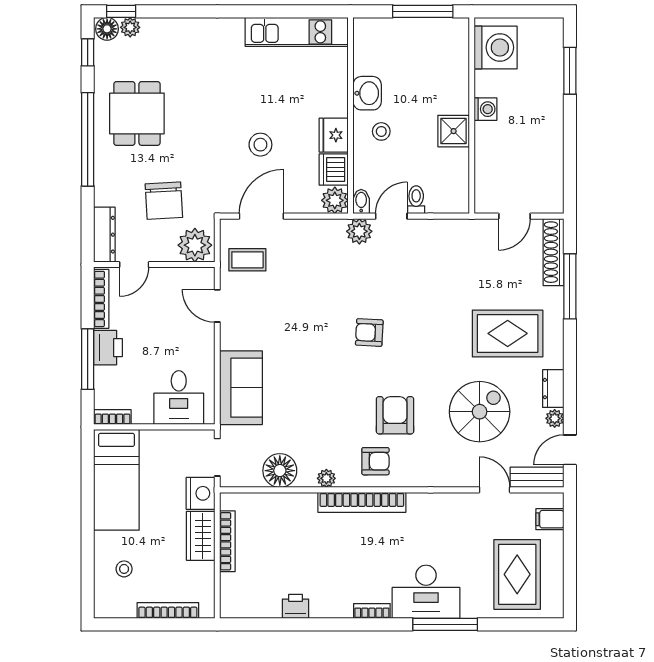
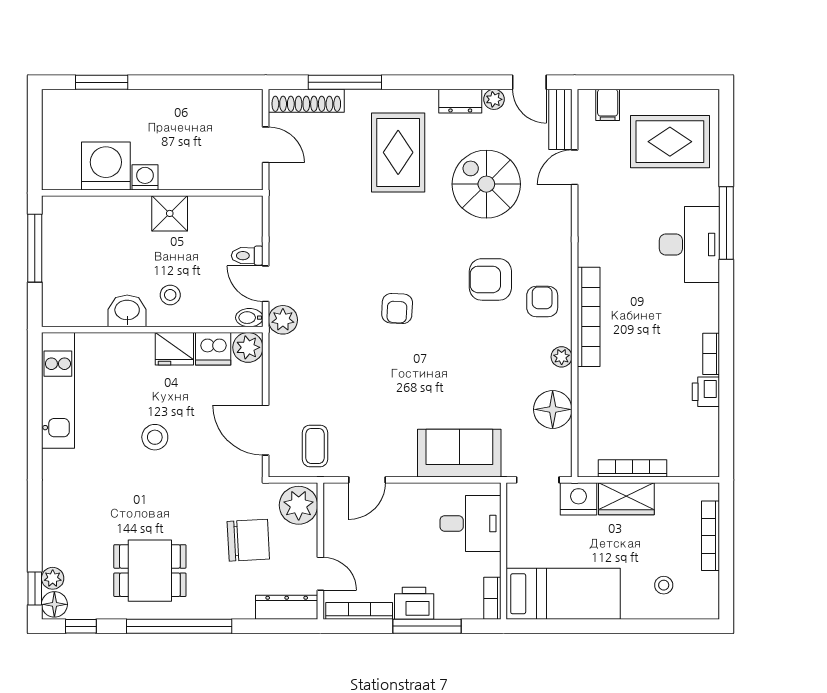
washing machine: (496, 47) -> (106, 166), moved
stool: (260, 145) -> (155, 437), moved
bookcase: (372, 611) -> (711, 354), moved

